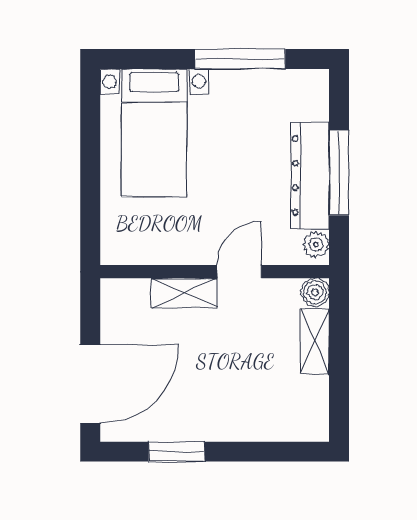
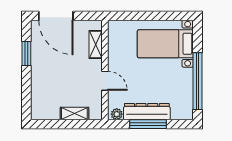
window: (240, 59) -> (198, 81), width x1.46
boiler: (315, 292) -> (96, 114), removed
shelving: (184, 293) -> (96, 45), moved

